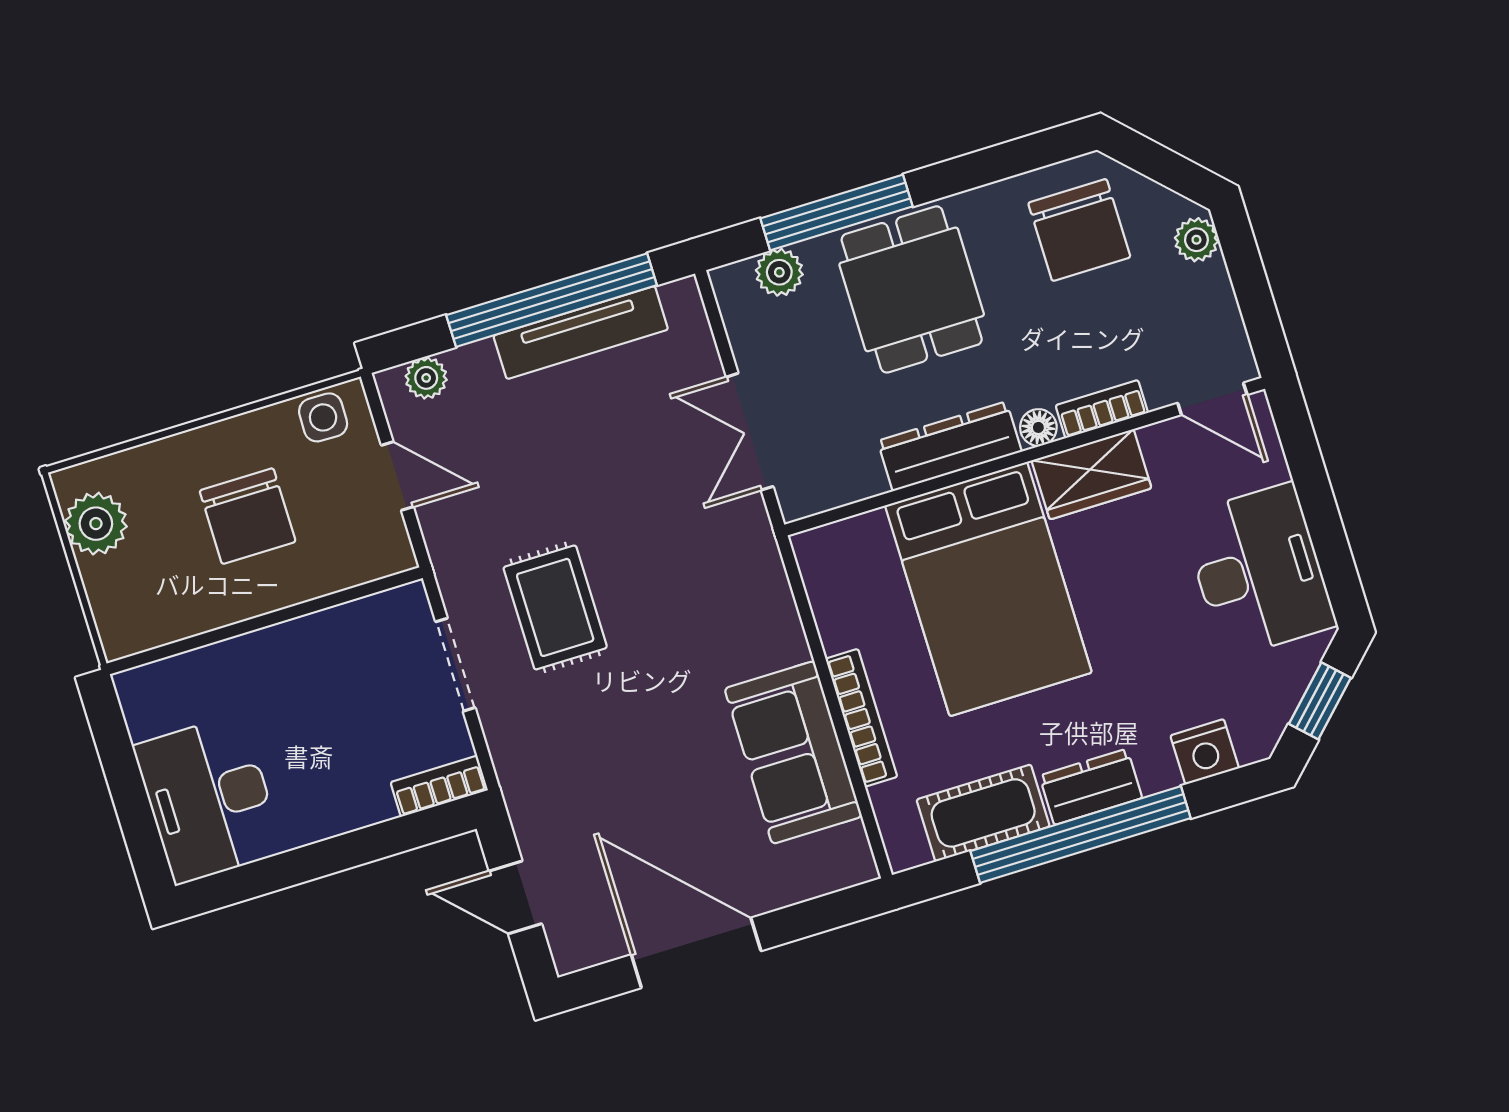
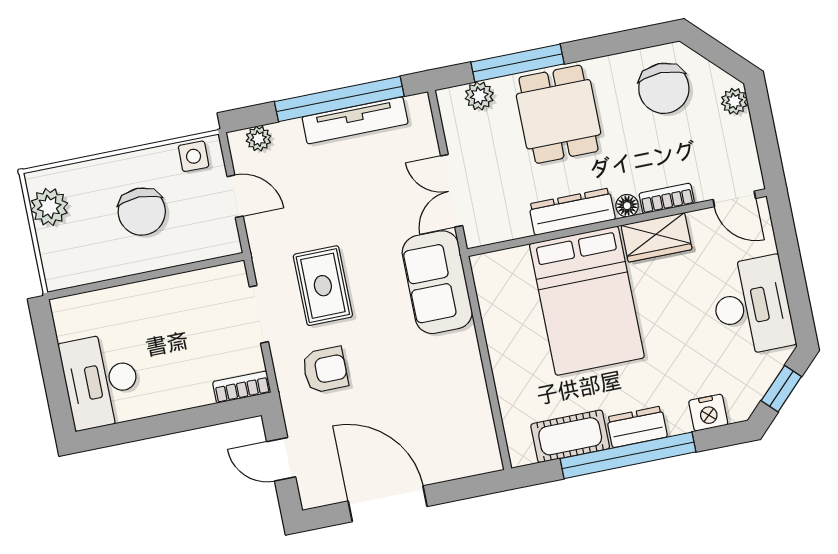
bookcase: (861, 718) -> (502, 371), removed
armchair: (572, 744) -> (325, 370), added
sofa: (793, 753) -> (437, 282), moved

